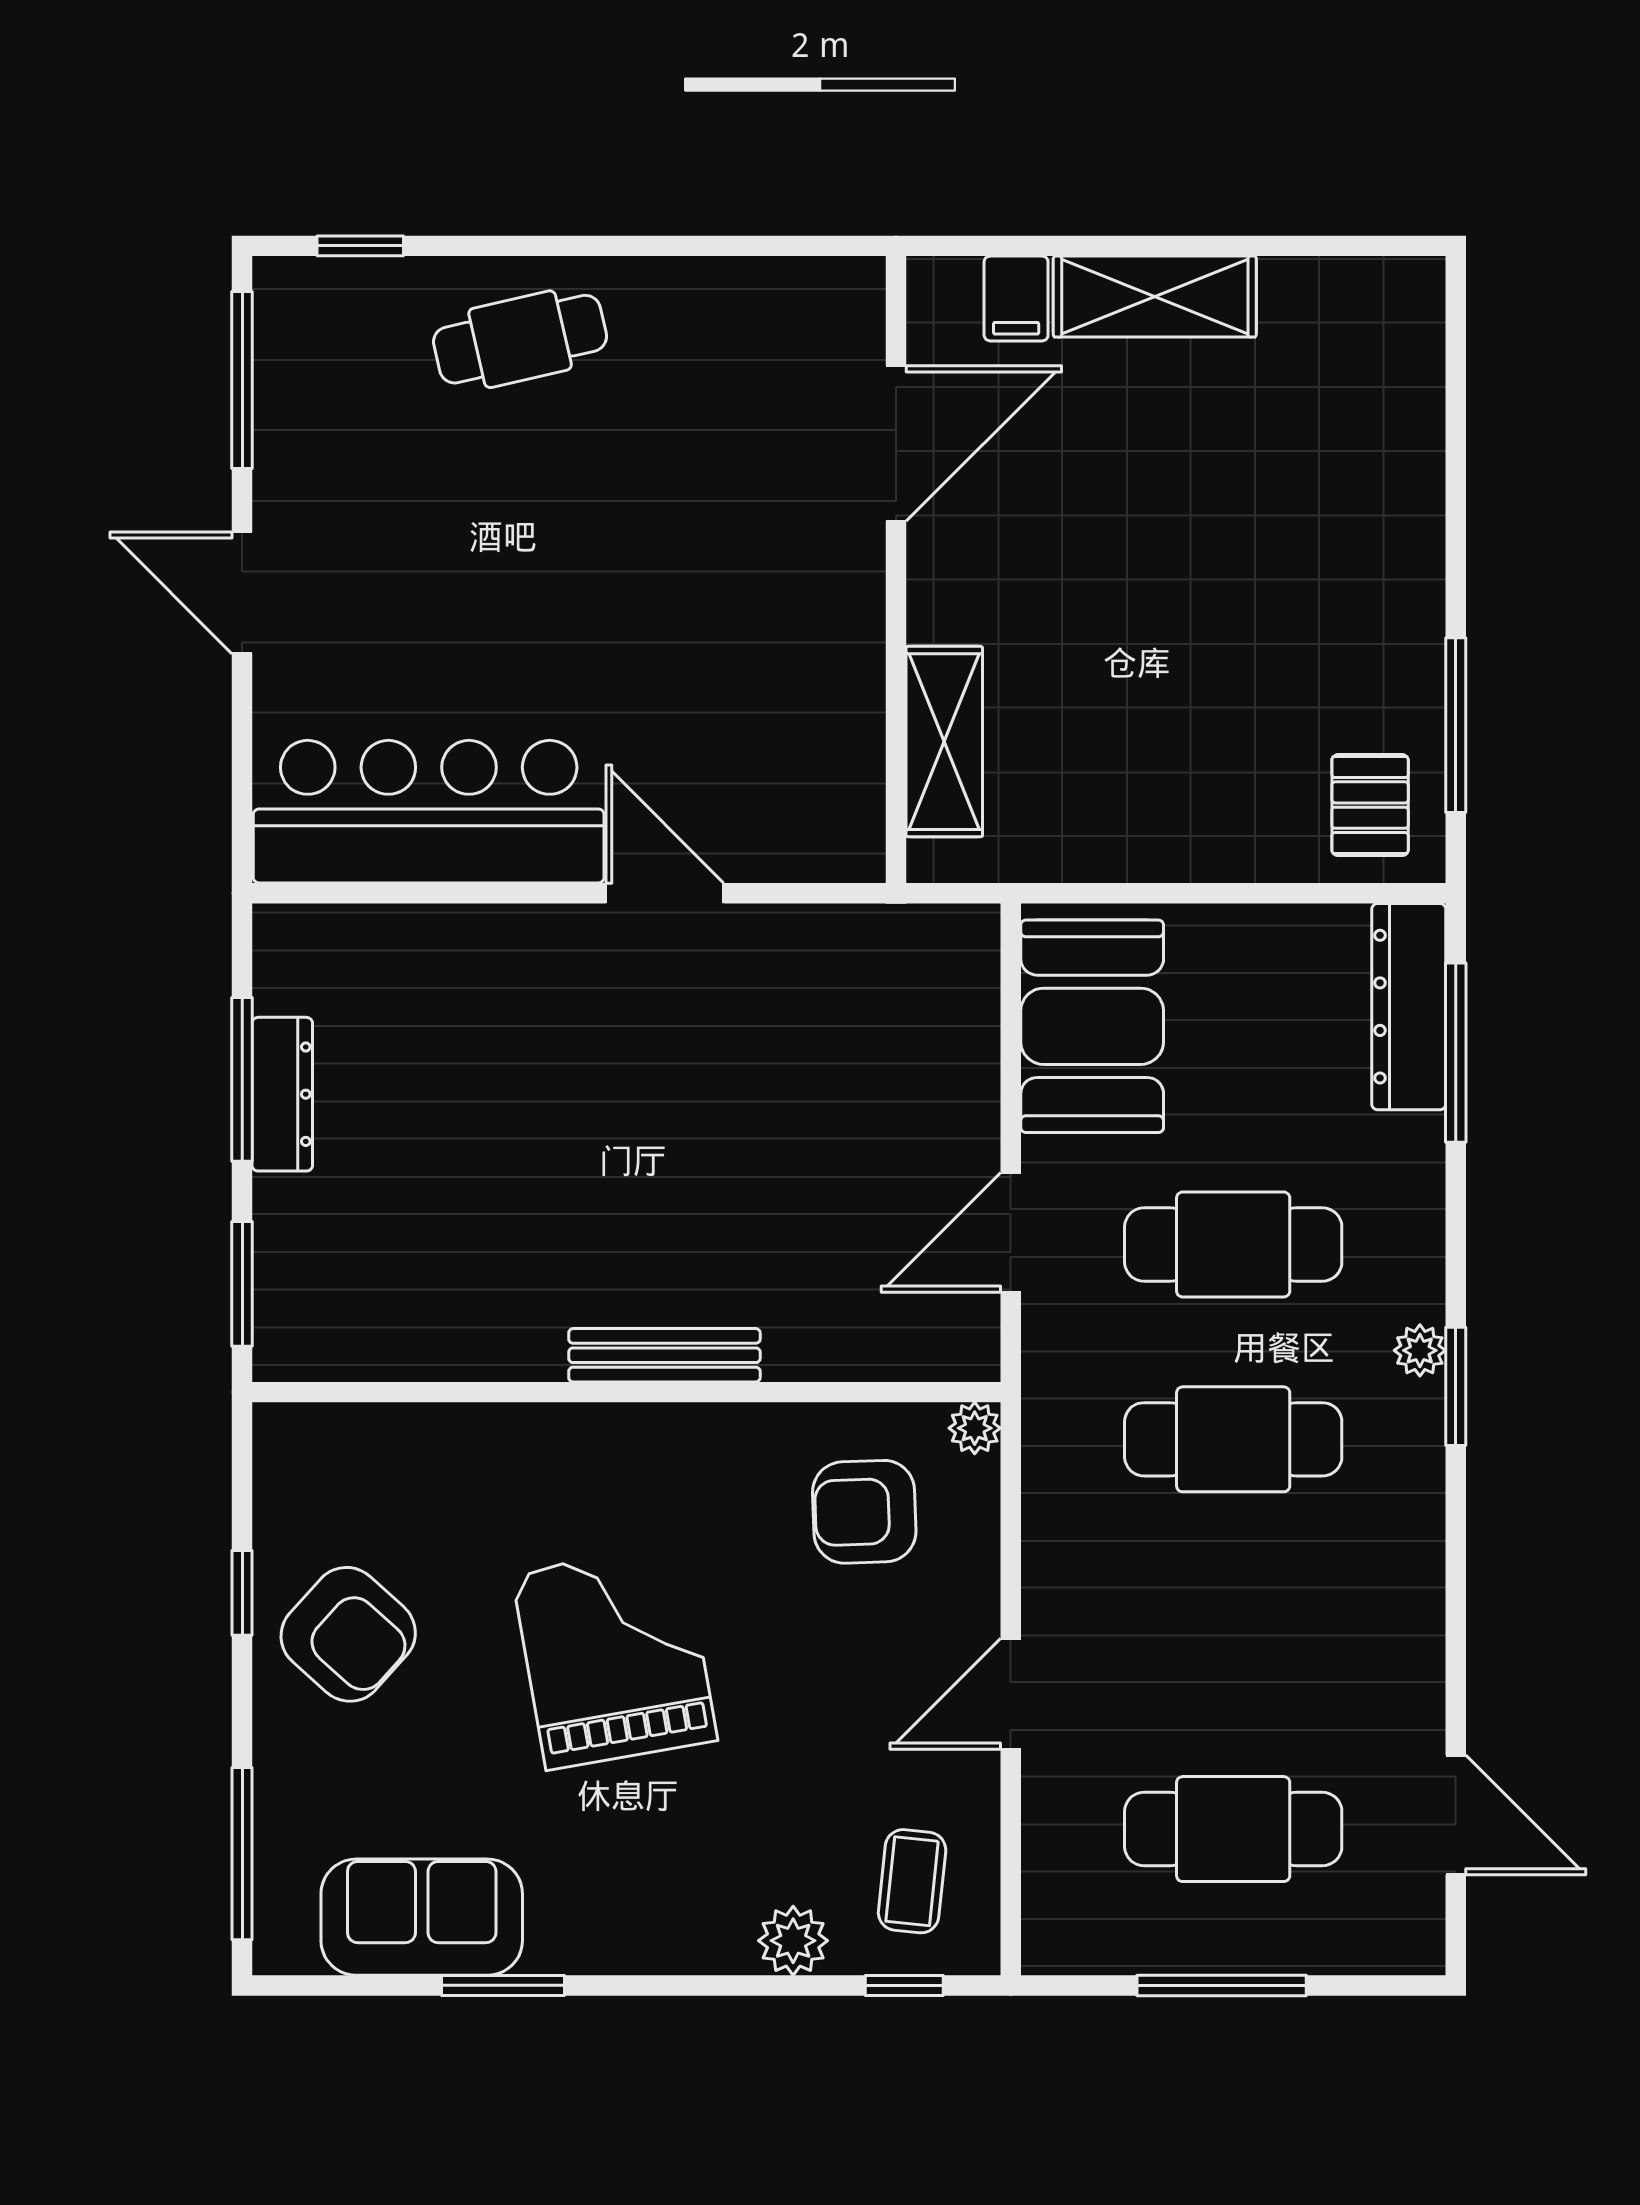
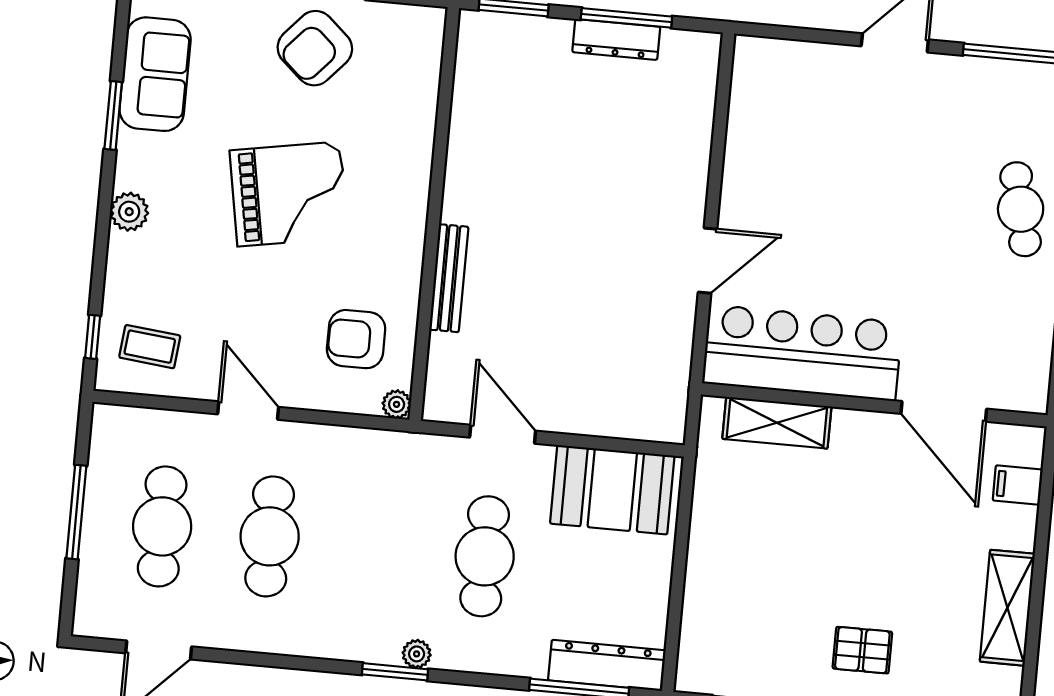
shelving: (1155, 297) -> (1007, 608), moved
pallet: (1370, 805) -> (862, 650), moved
bar counter: (429, 812) -> (802, 353), moved, turned -90
bench: (664, 1355) -> (449, 278), moved
cafe table: (1233, 1439) -> (270, 536), moved
armchair: (864, 1512) -> (356, 339), turned -88
plant: (793, 1941) -> (129, 212), moved

